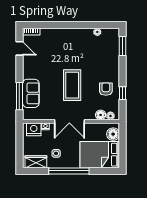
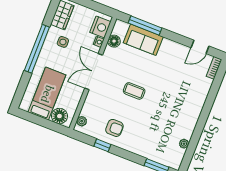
coffee table: (72, 85) -> (134, 91), width x0.54, depth x0.58
floor lamp: (101, 115) -> (114, 41), moved
bed: (100, 155) -> (47, 94), width x0.67

